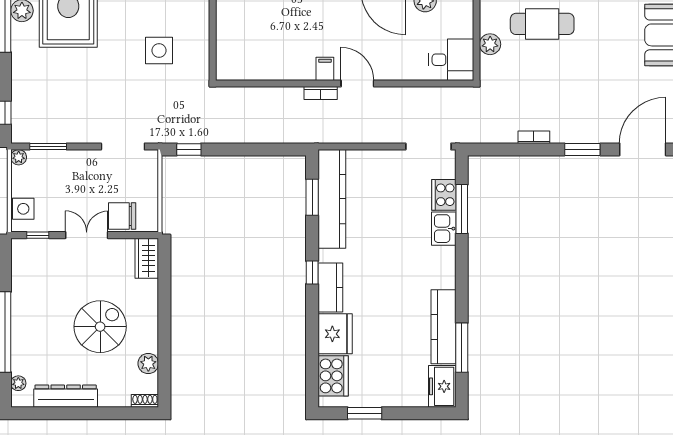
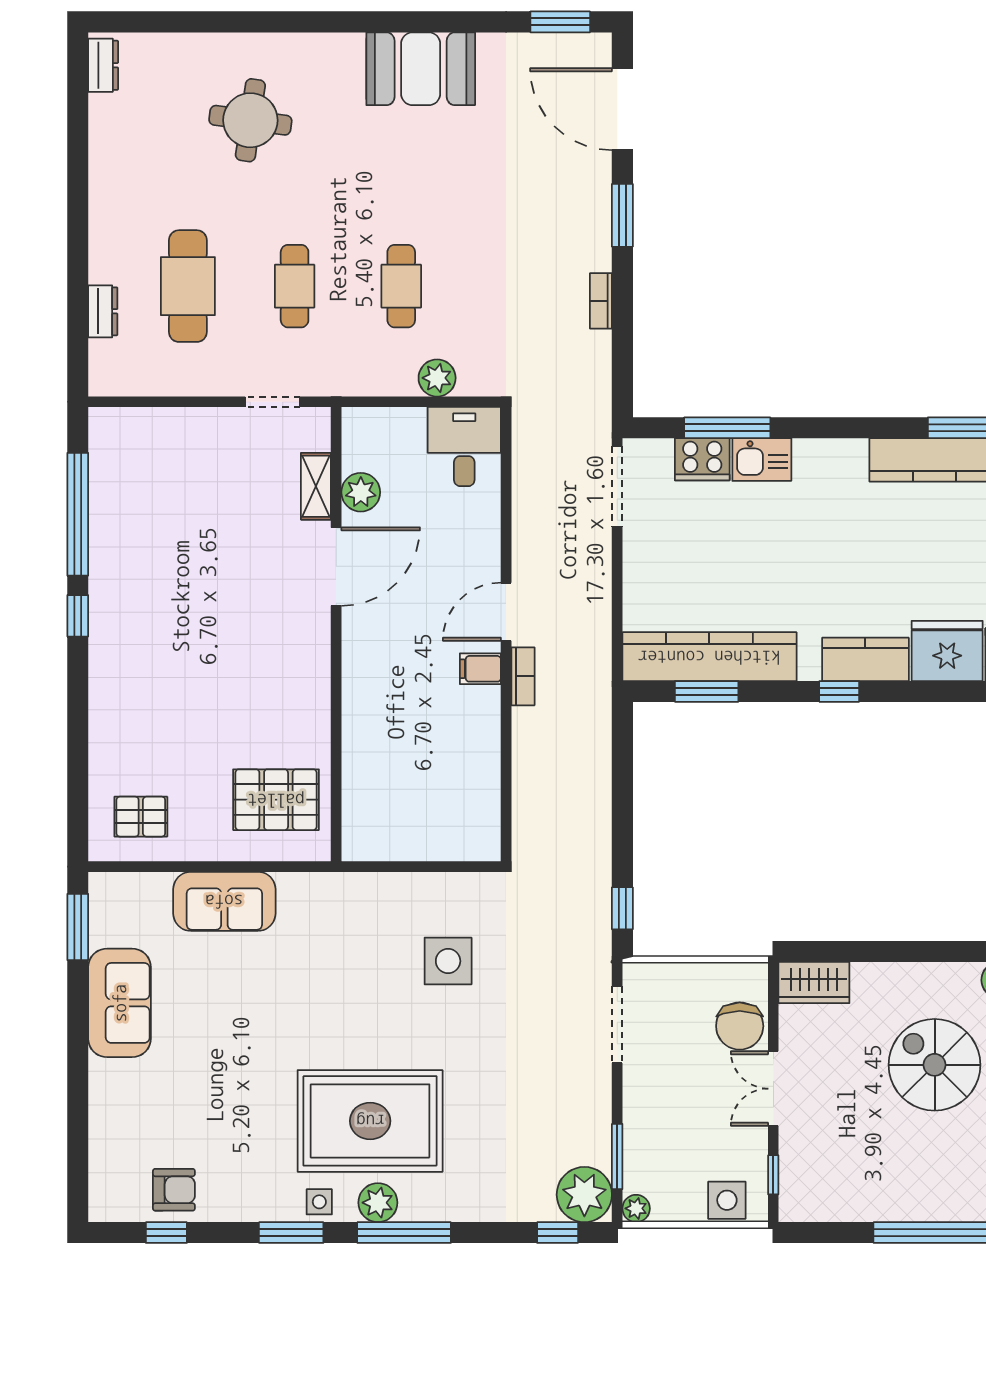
cafe table: (542, 24) -> (401, 286), width x0.73, depth x0.74
plant: (26, 128) -> (584, 1195), added

